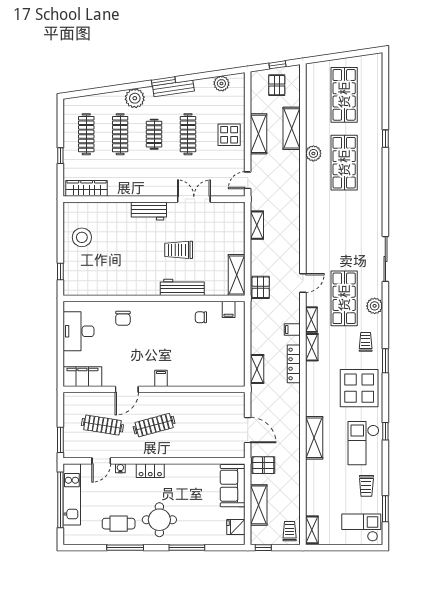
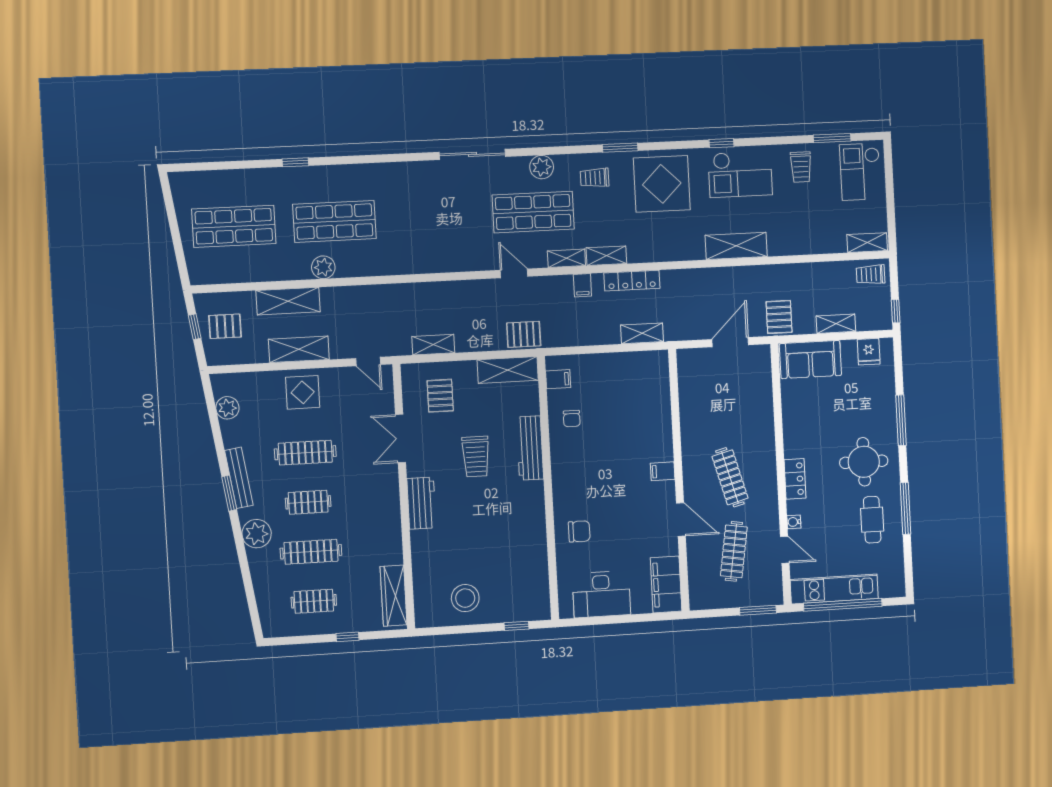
clothes rail: (86, 134) -> (314, 601), width x0.73
pallet: (222, 228) -> (440, 396), added
trolley: (366, 486) -> (801, 167), turned 90
shelving: (259, 505) -> (836, 324), width x0.67, depth x0.75

